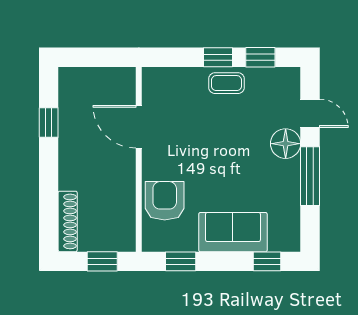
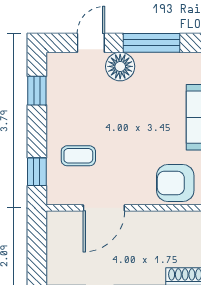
window: (218, 57) -> (37, 172), moved
coffee table: (226, 83) -> (78, 156), moved, turned 90

